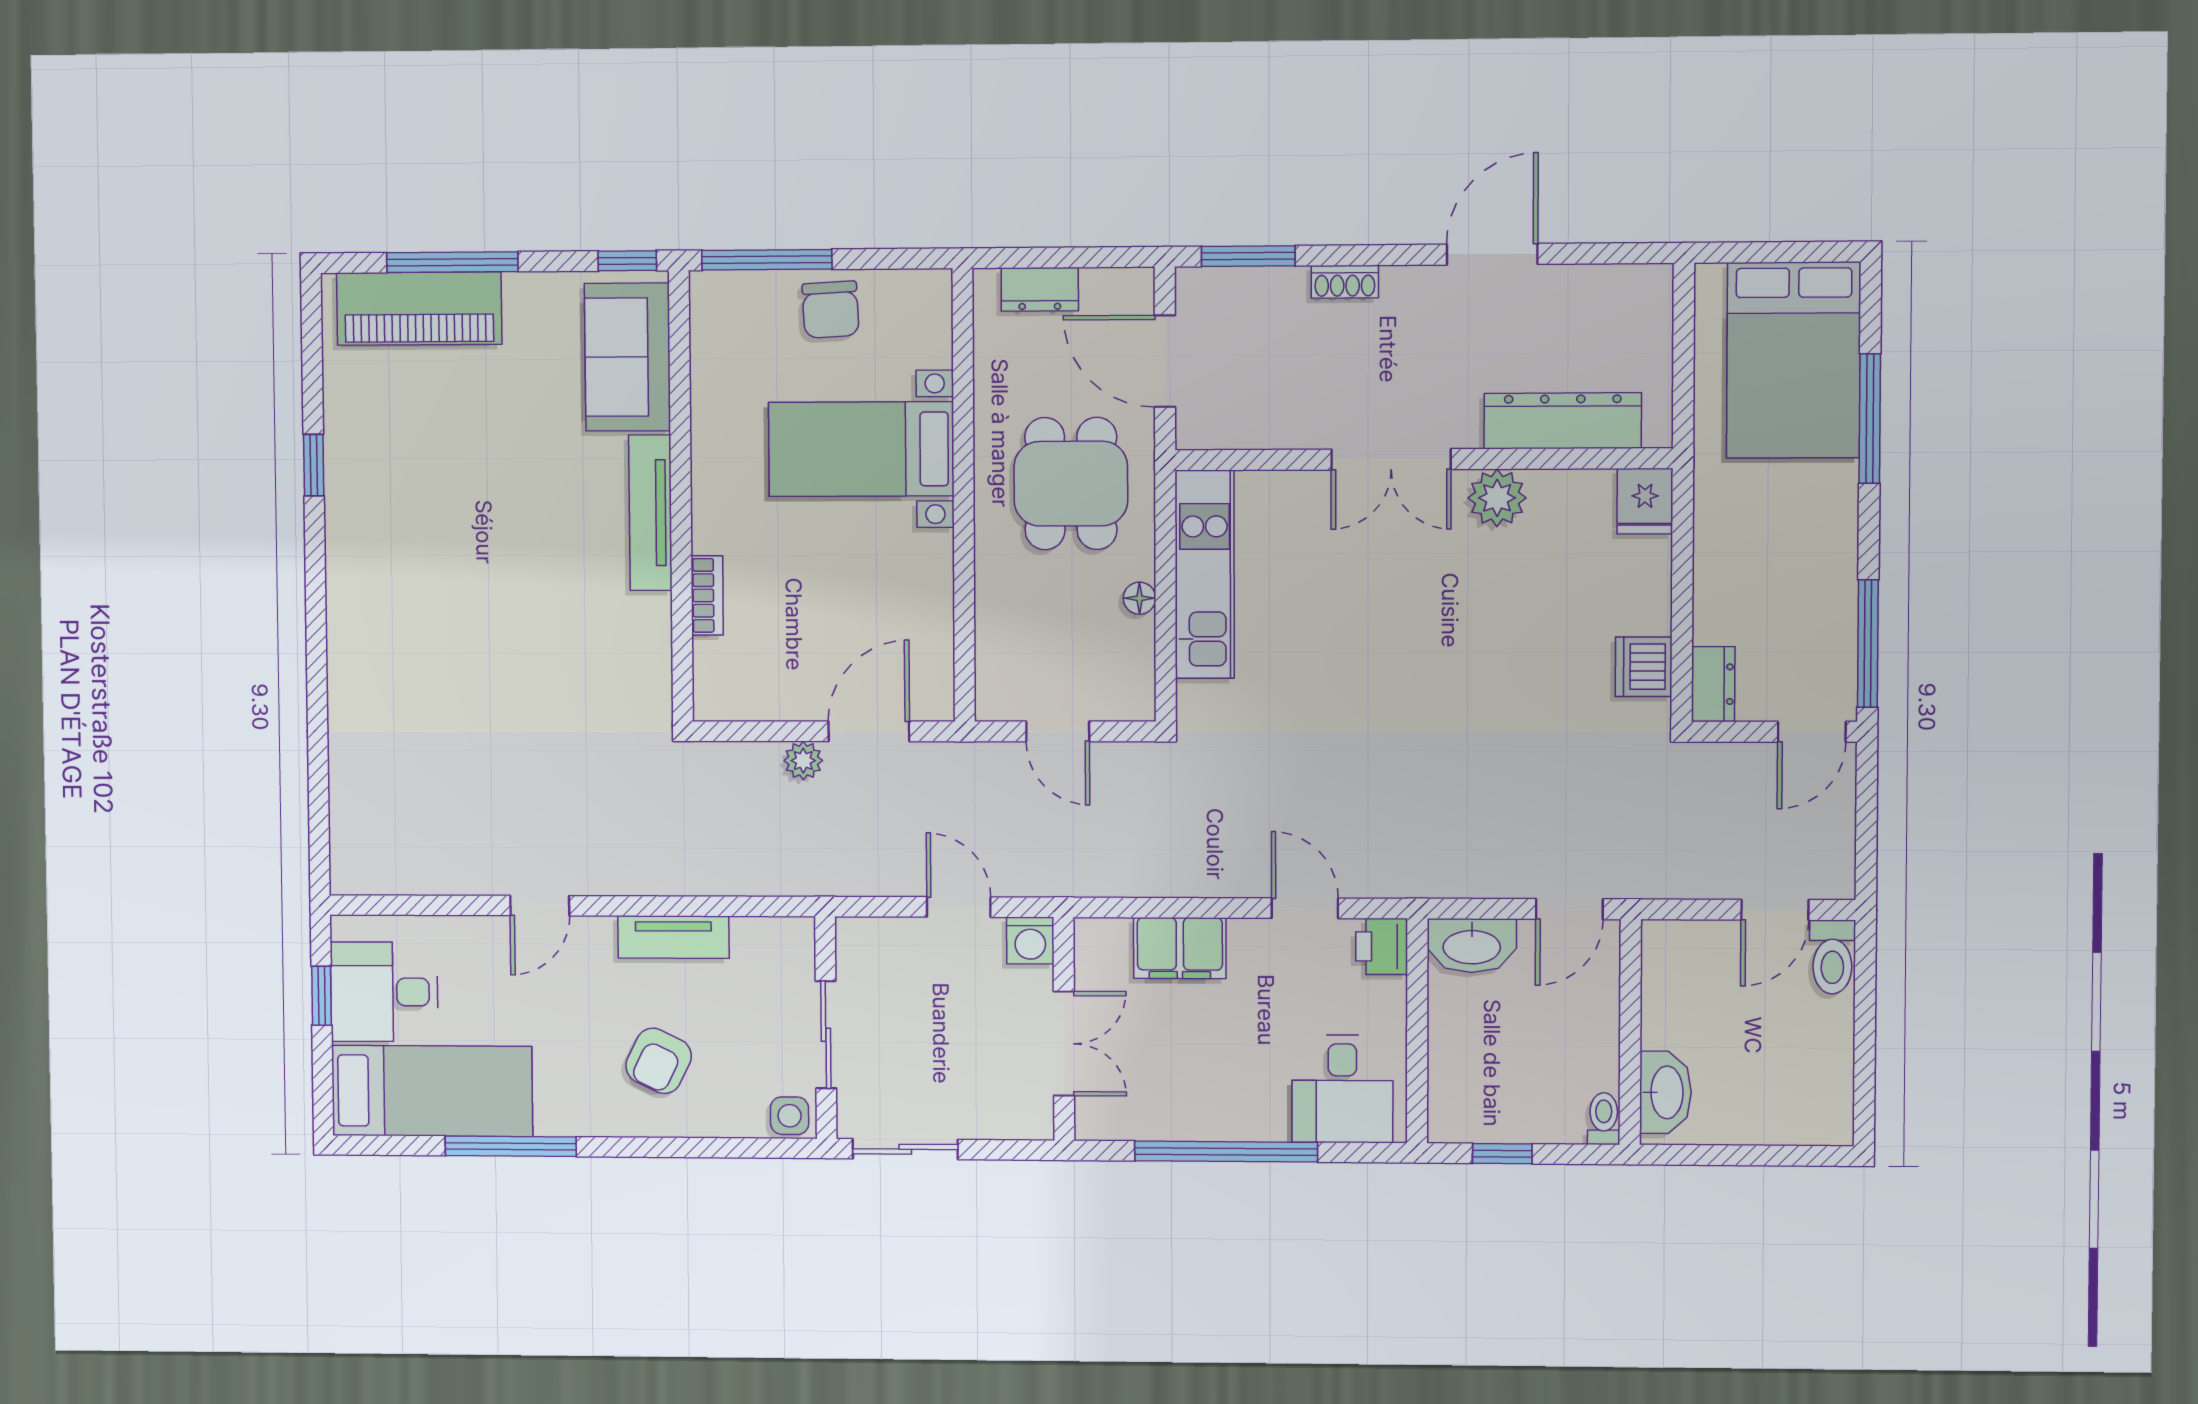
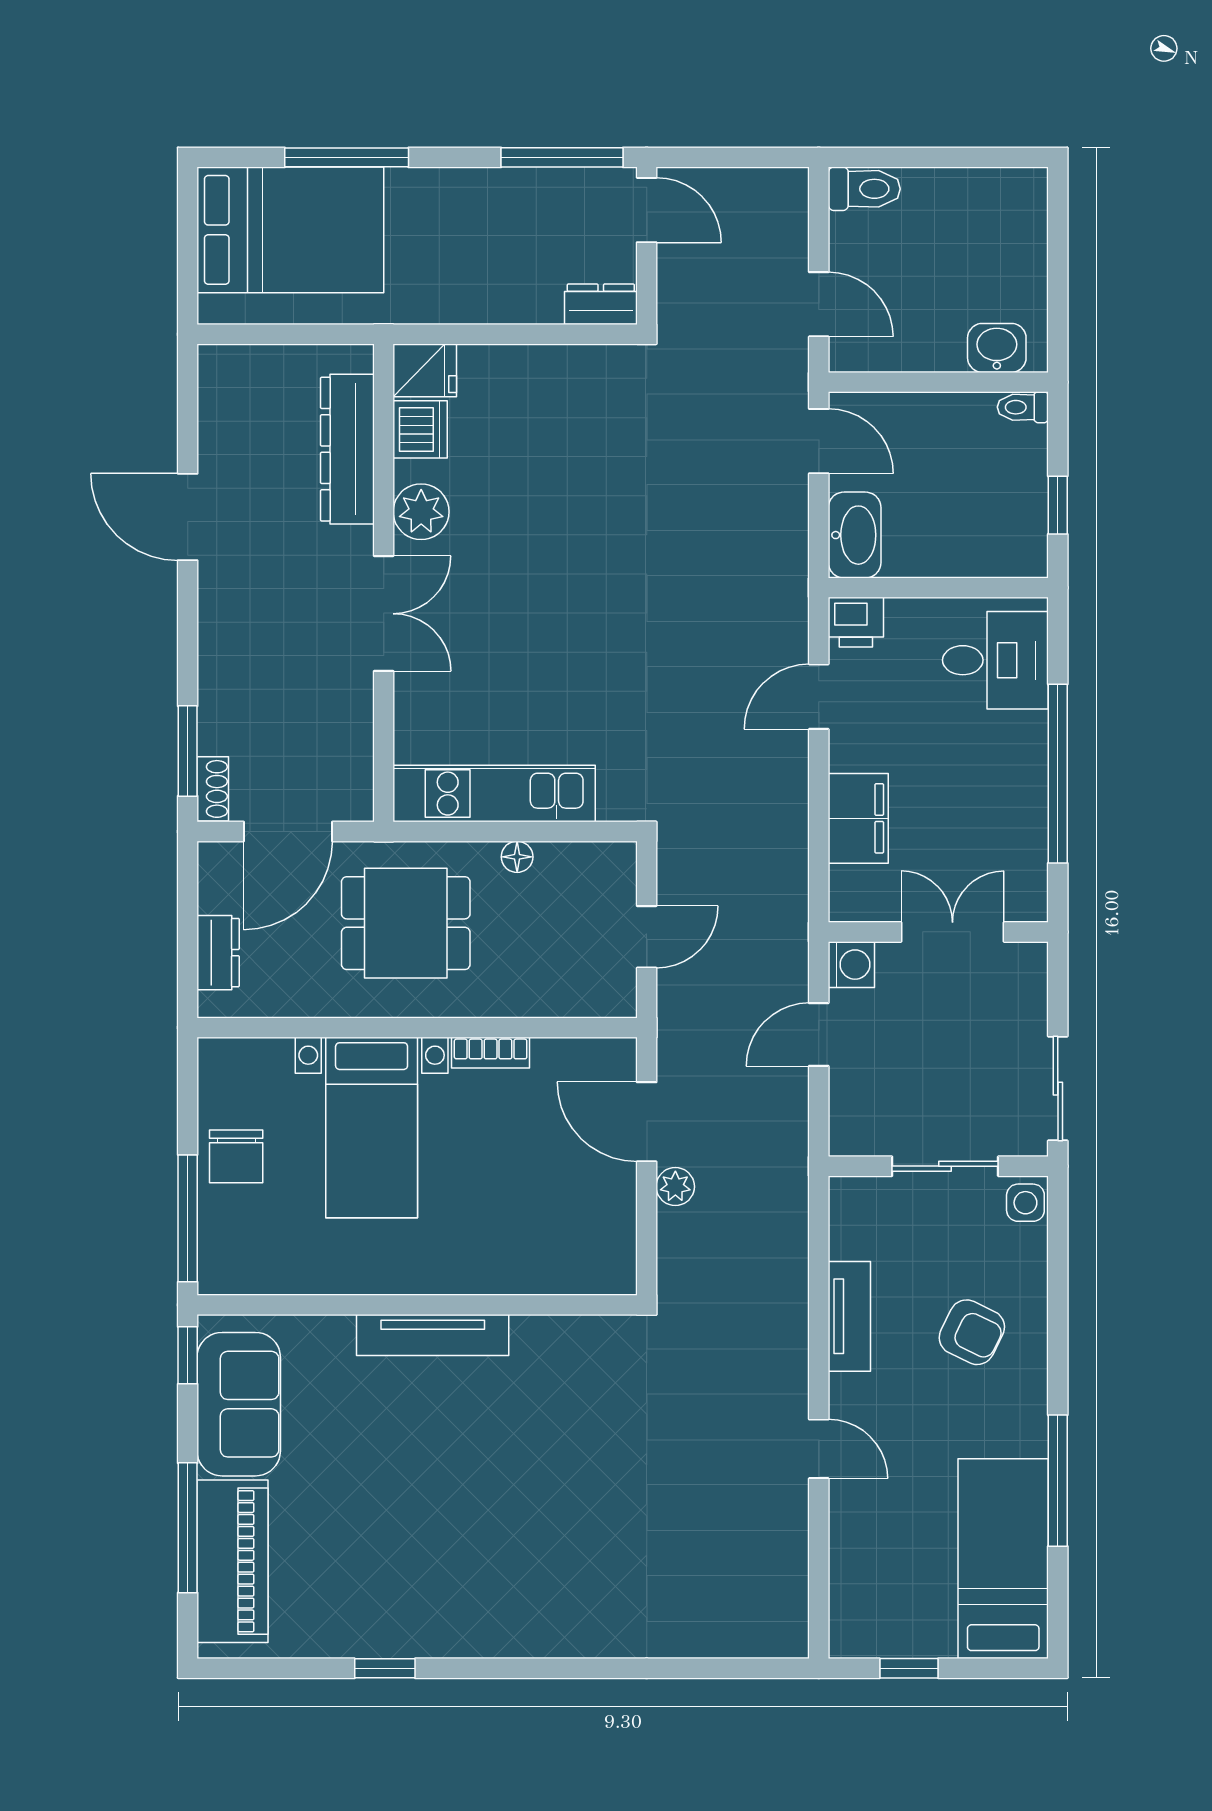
shoe rack: (1345, 282) -> (213, 789), moved
chair: (831, 310) -> (236, 1156), turned 93
sofa: (627, 357) -> (239, 1404), moved, turned -90
bookcase: (707, 595) -> (491, 1053), moved, turned 180
dishwasher: (1644, 667) -> (420, 429), moved, turned -90
door: (1775, 910) -> (819, 304), moved
desk: (384, 992) -> (905, 1605), removed
washbasin: (1665, 1092) -> (997, 348), width x0.72

